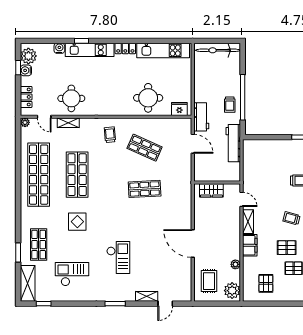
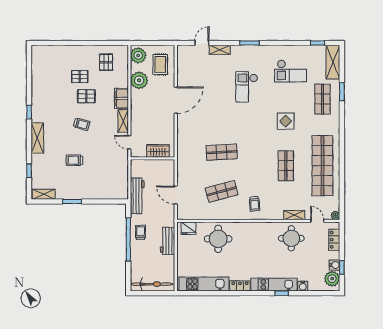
workbench: (201, 117) -> (168, 241), moved
shop shelf: (145, 148) -> (222, 191), turned -39
shop shelf: (77, 175) -> (286, 166), width x0.70, depth x0.74
door: (193, 243) -> (176, 100), hinge flipped
plant: (235, 264) -> (139, 80), width x1.87, depth x1.87

